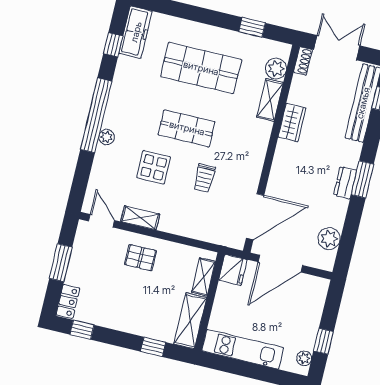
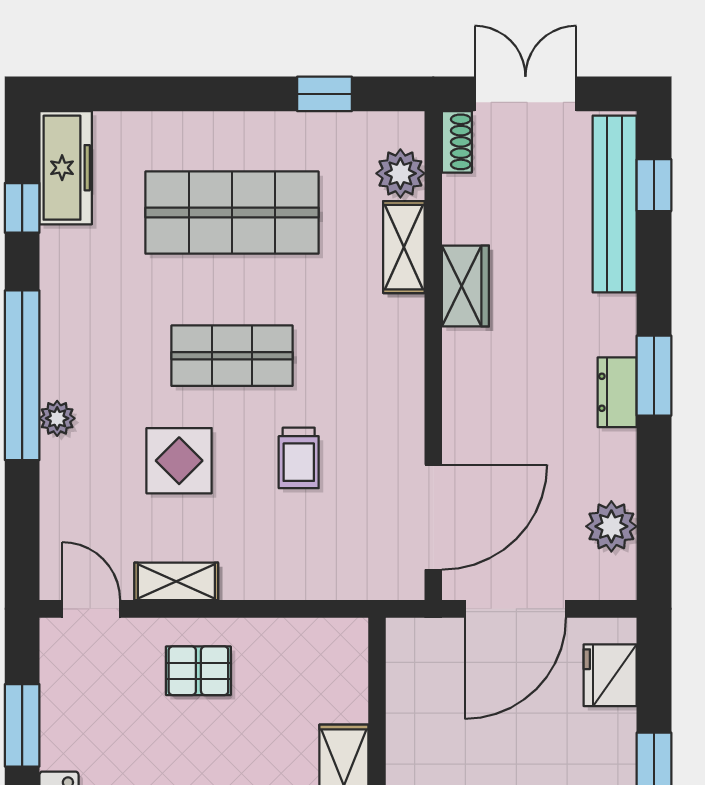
fridge: (233, 270) -> (610, 675), moved, turned 180
shelving: (203, 277) -> (350, 680), removed

